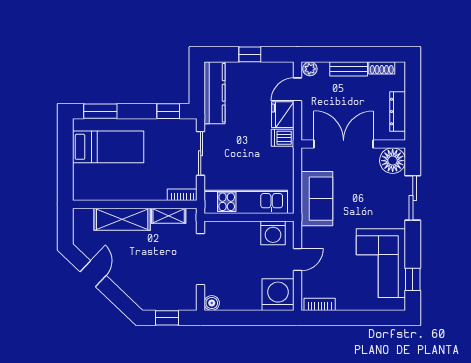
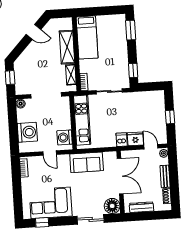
kitchen counter: (215, 93) -> (146, 97), removed
bed: (108, 147) -> (87, 37), moved
washing machine: (278, 295) -> (27, 132), moved

